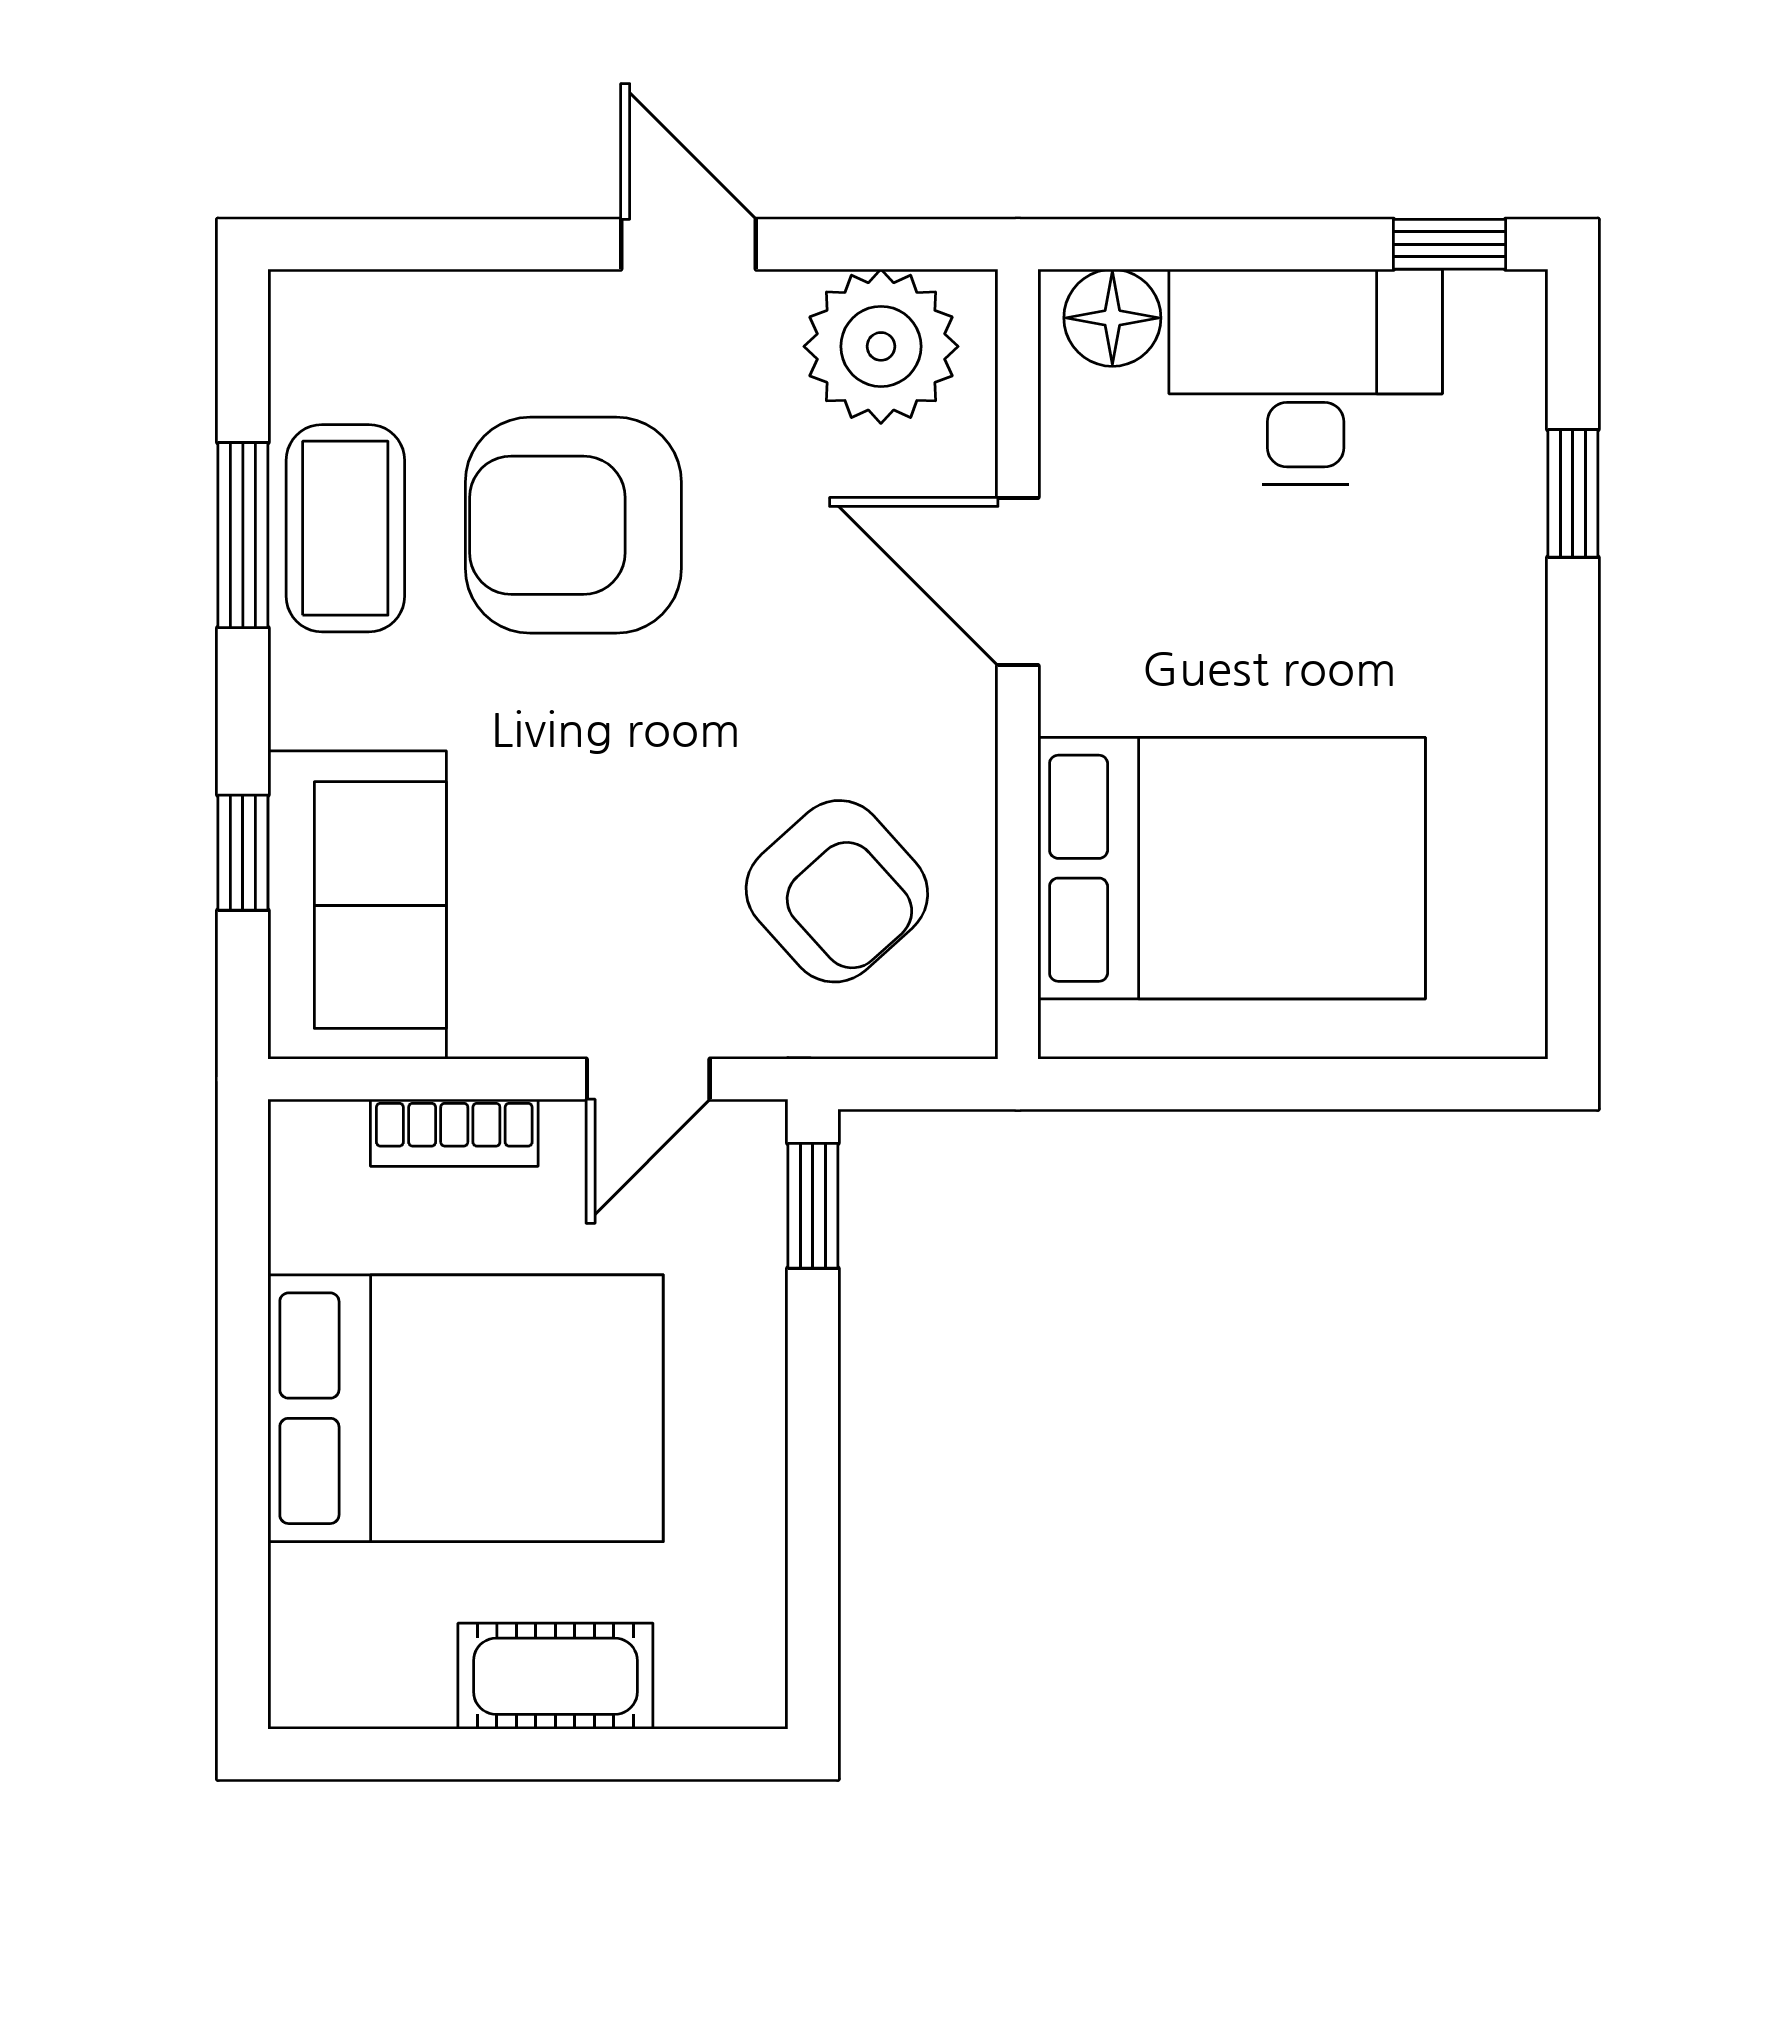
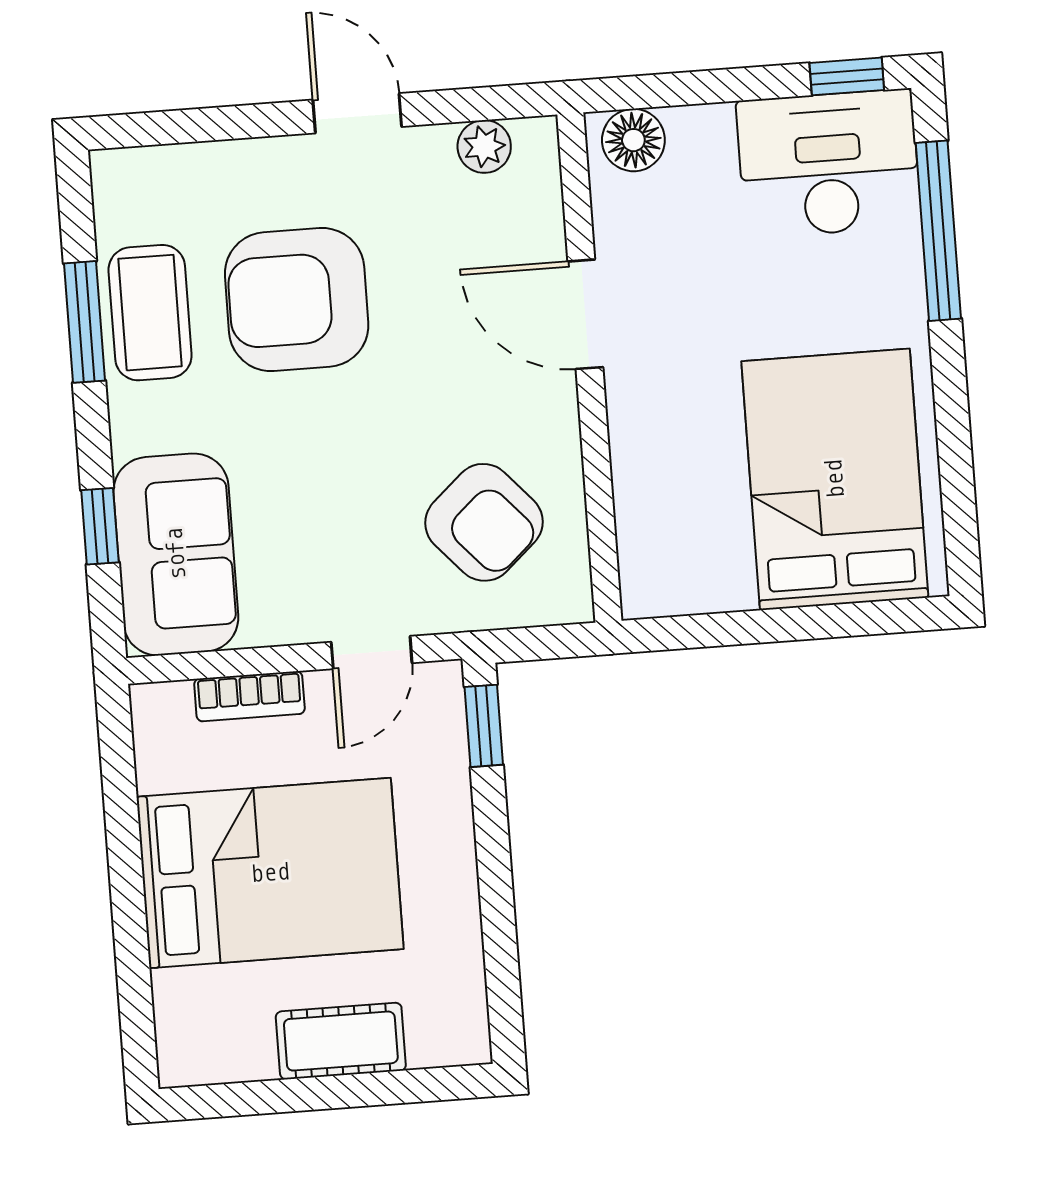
plant: (881, 346) -> (484, 146), width x0.53, depth x0.53
desk: (1306, 377) -> (829, 163), moved
window: (1573, 493) -> (938, 231), width x2.17
bed: (1232, 868) -> (835, 479), moved, turned -90

